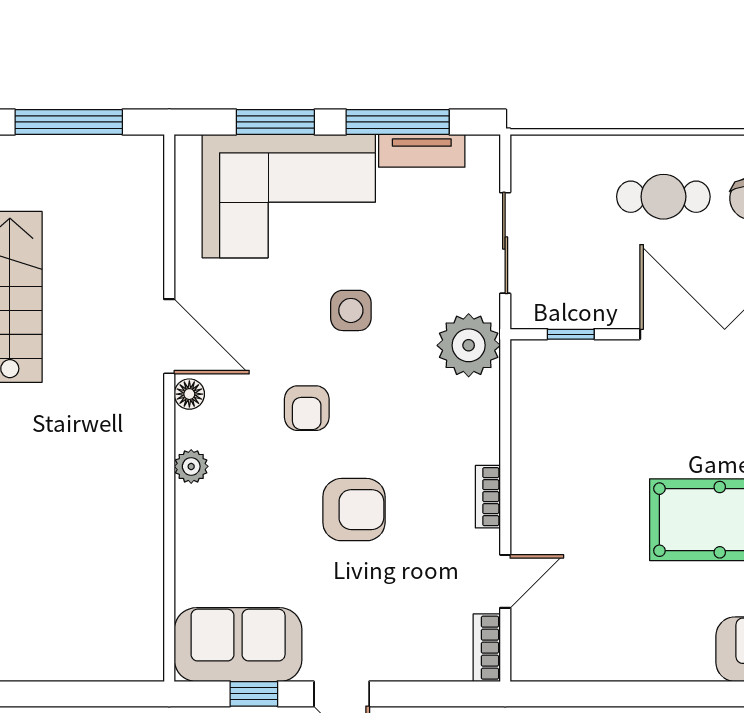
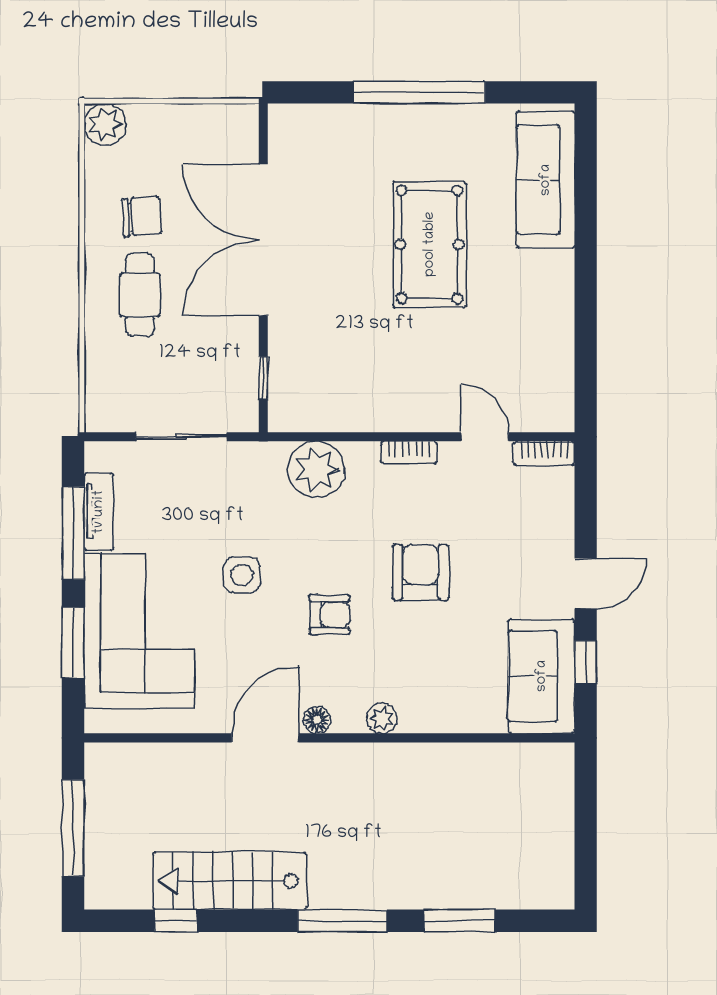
plant: (469, 345) -> (316, 470), moved

